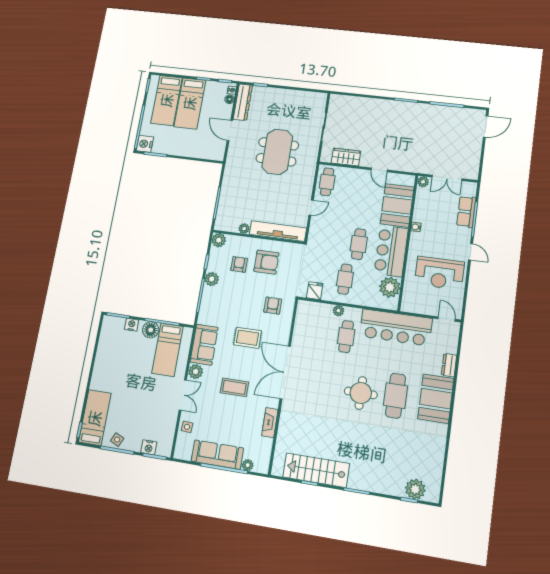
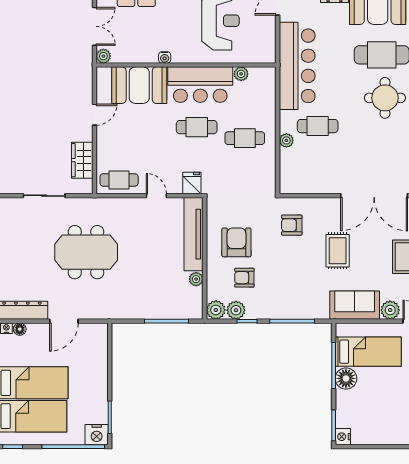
plant: (212, 279) -> (236, 310), moved
plant: (390, 287) -> (241, 74), width x0.53, depth x0.53
fridge: (315, 291) -> (192, 183), moved, turned 90
nightstand: (132, 325) -> (343, 437), moved

